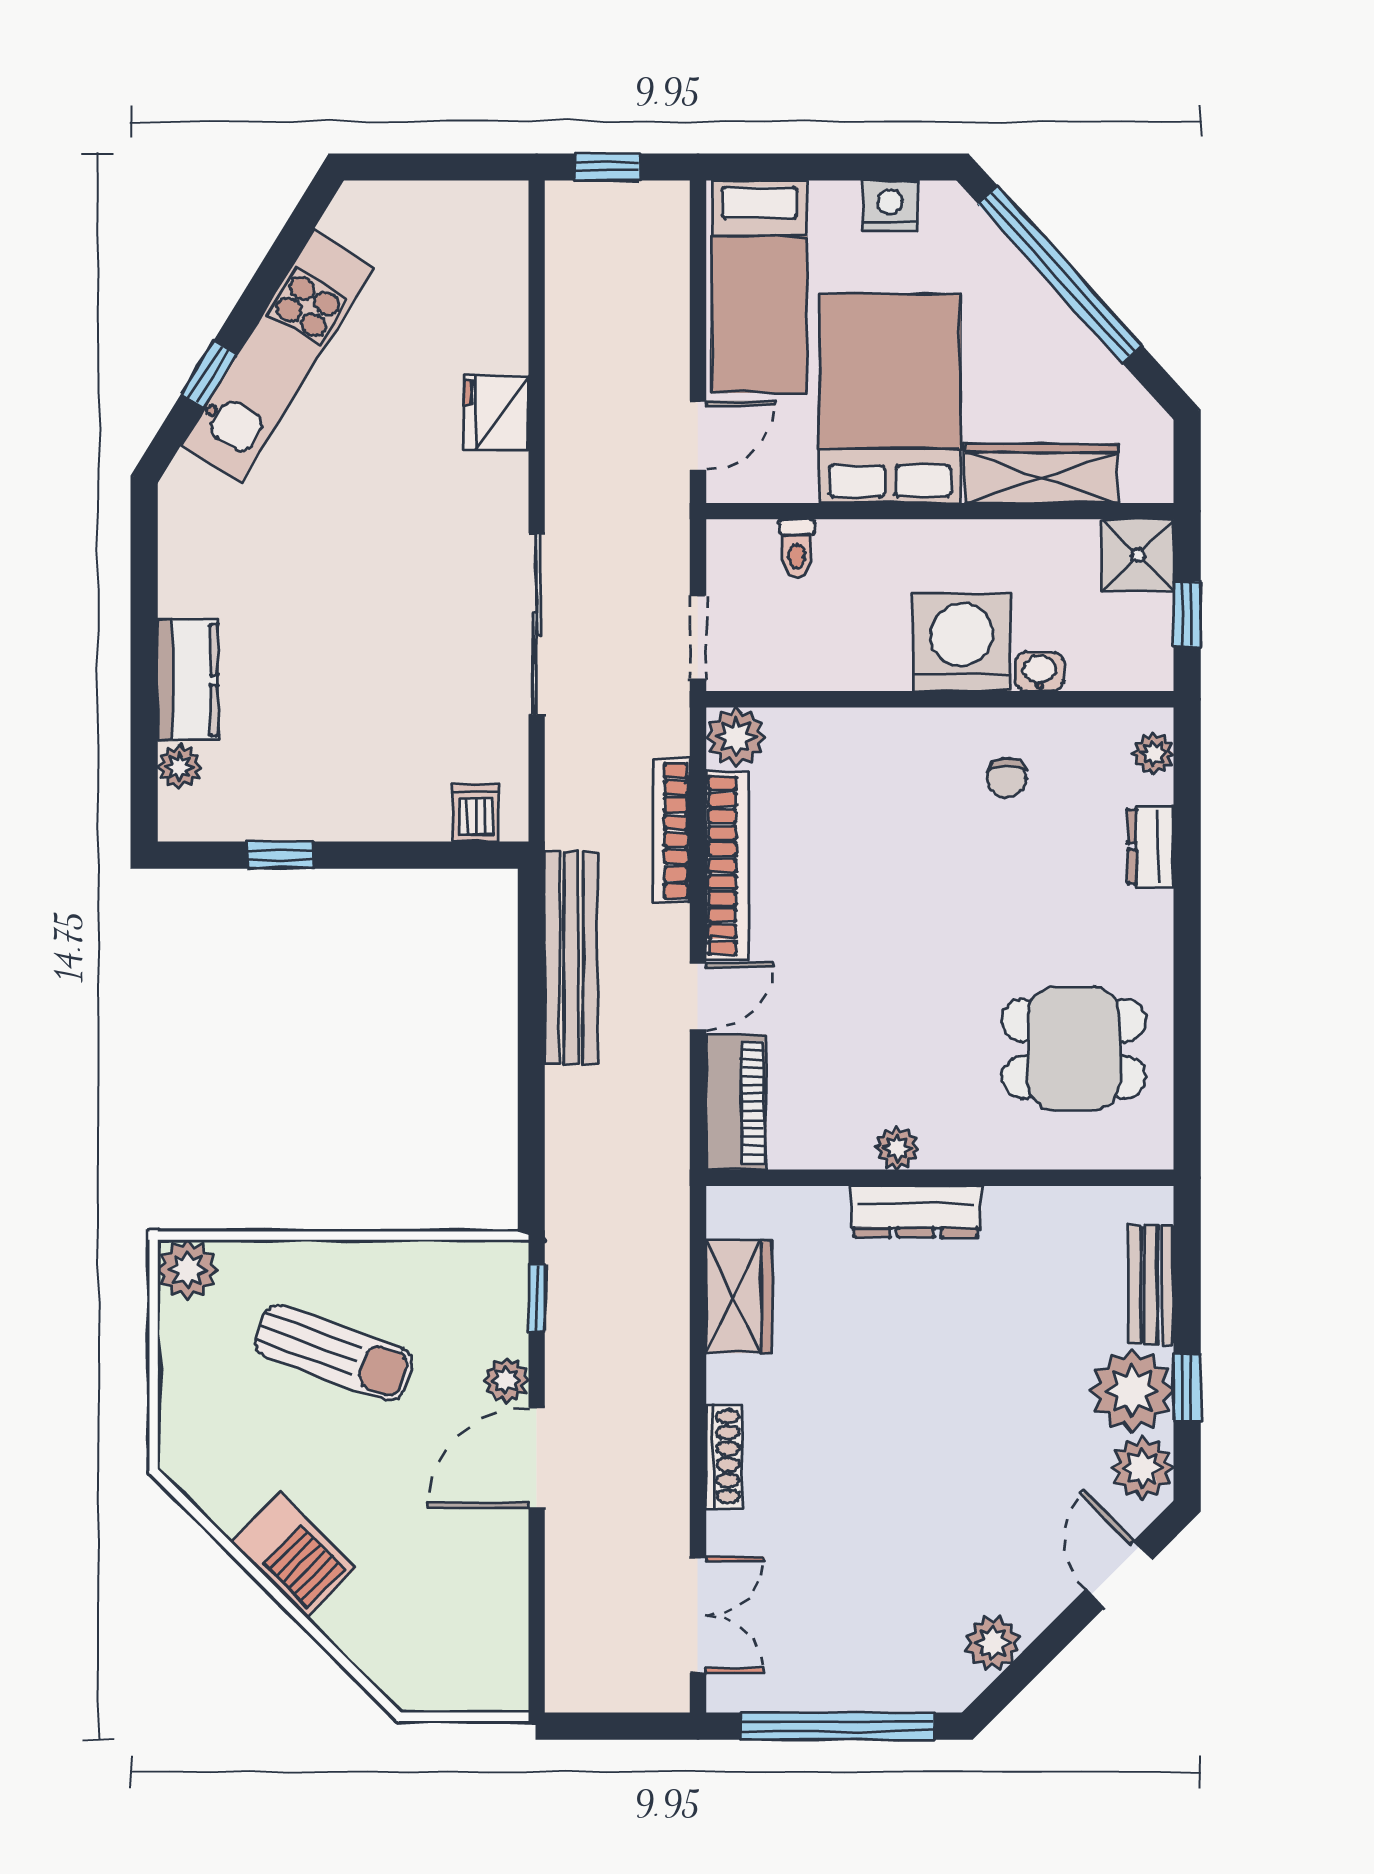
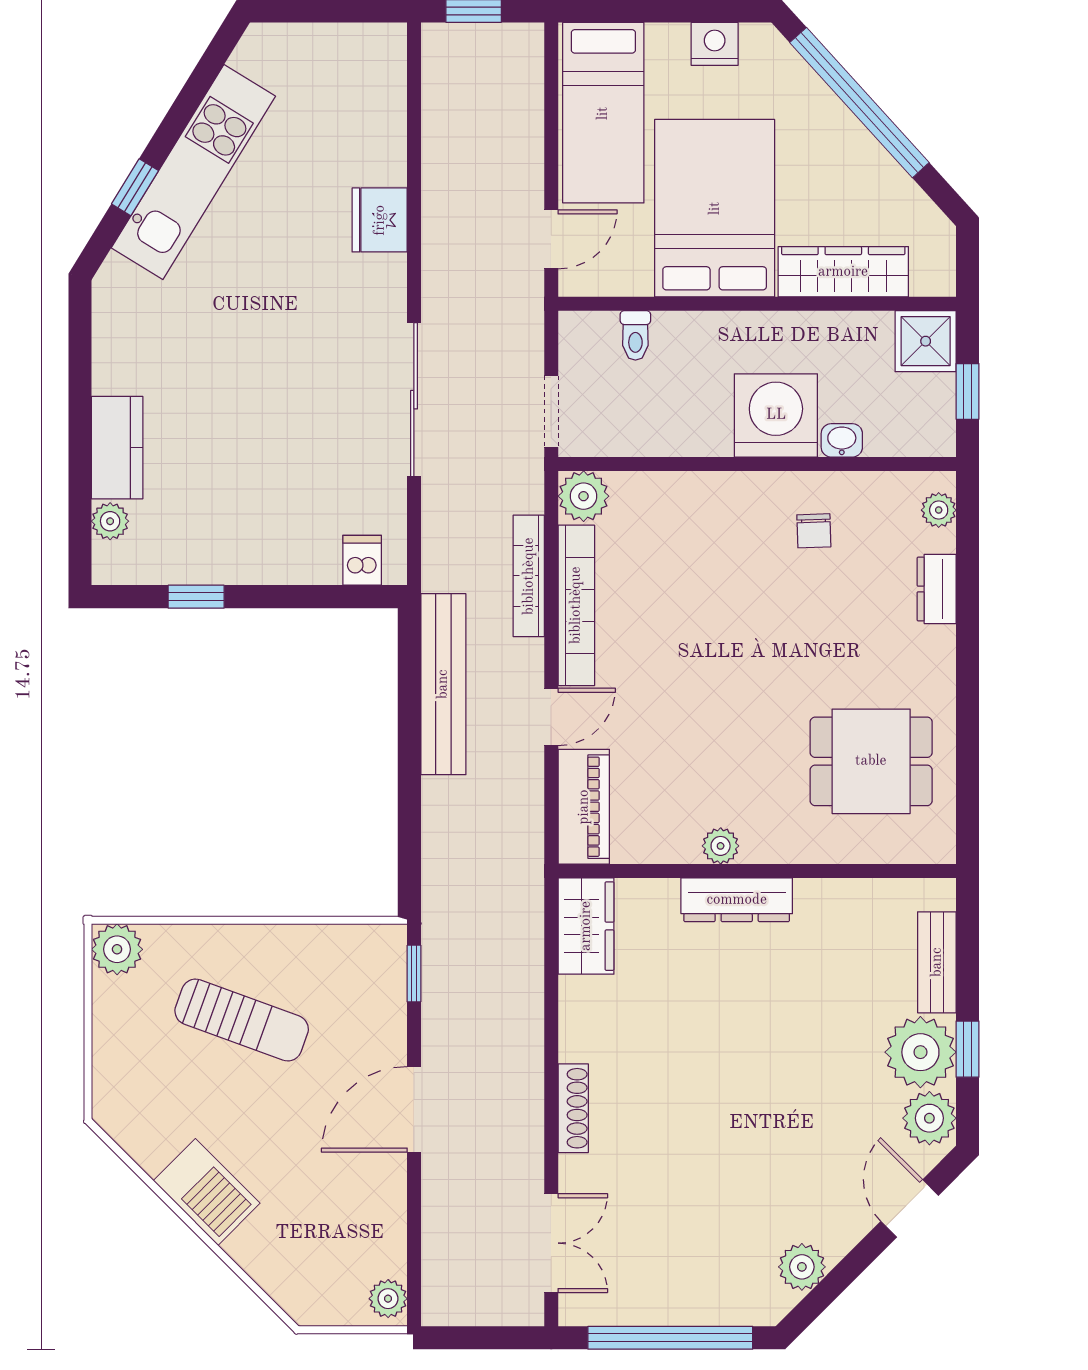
wardrobe: (739, 1297) -> (586, 926), moved
plant: (506, 1380) -> (388, 1299), moved

